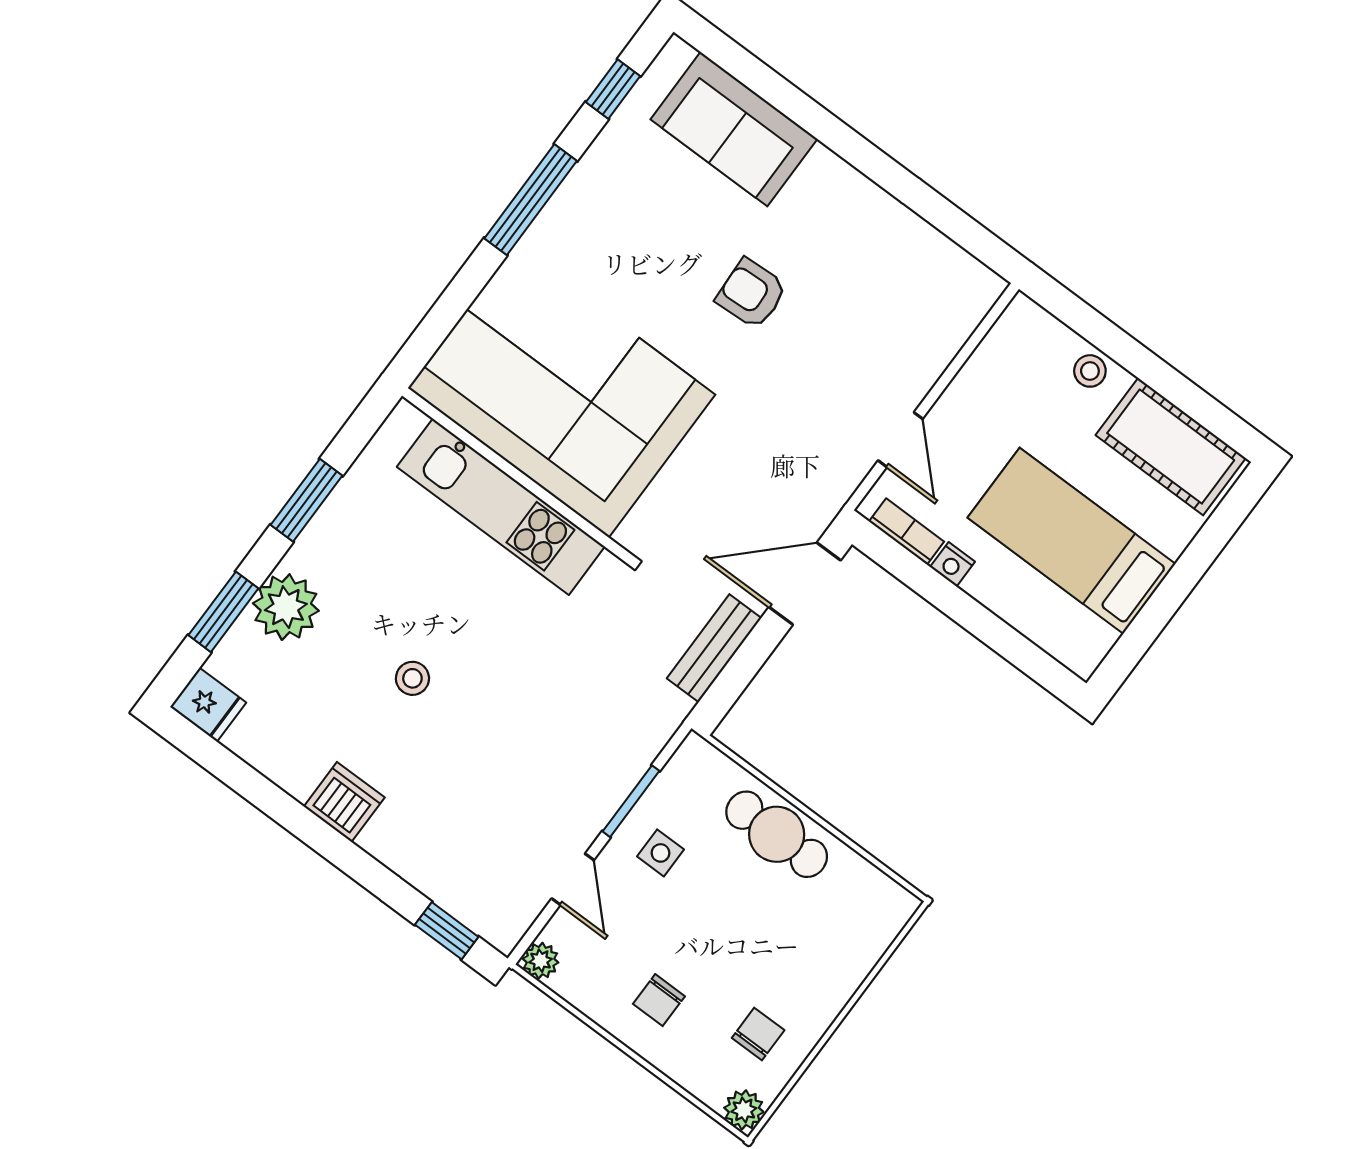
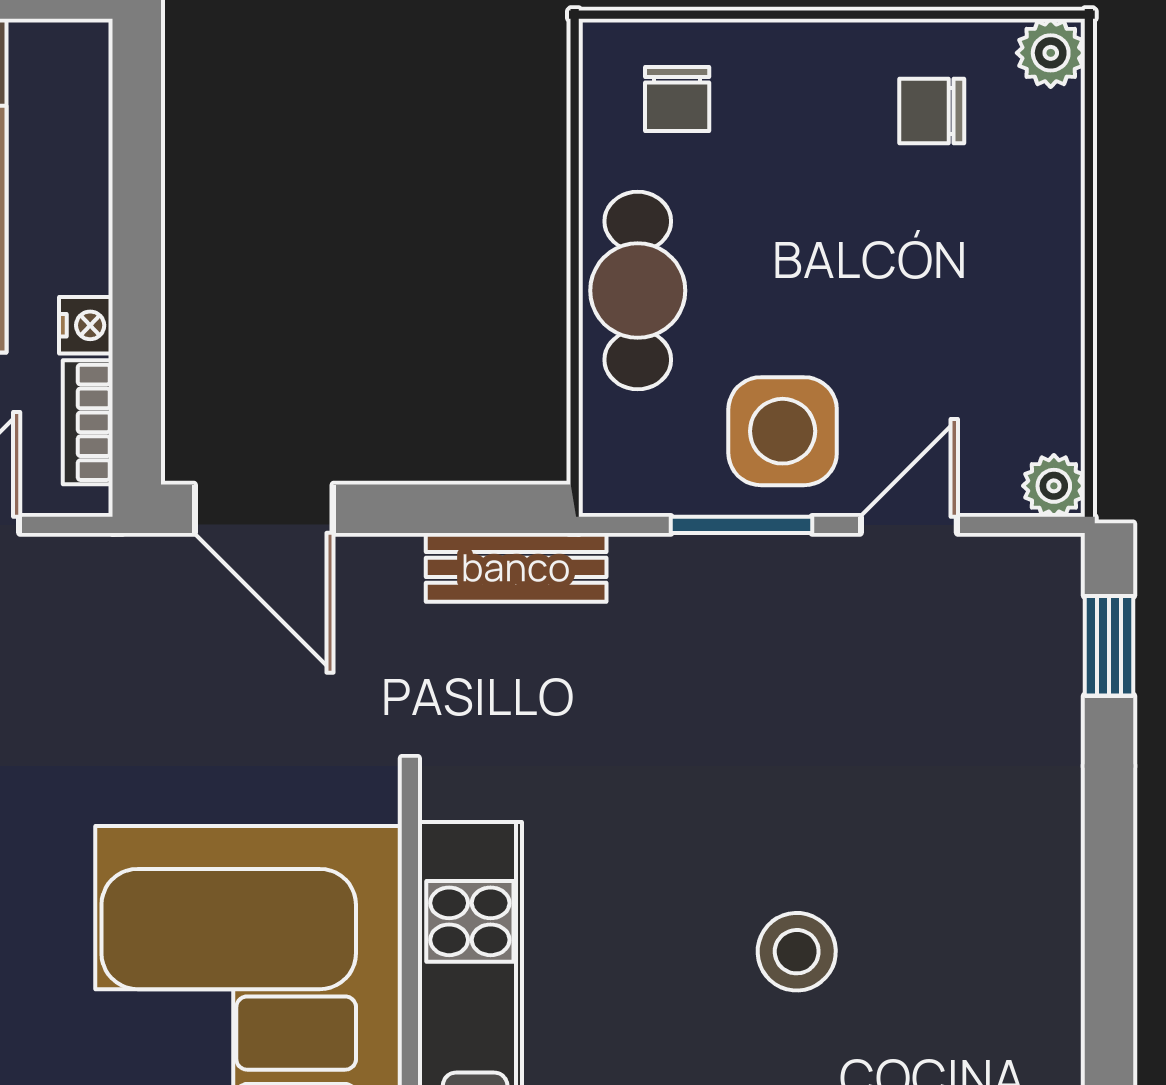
bench: (714, 648) -> (516, 567), moved
stool: (412, 678) -> (797, 952), width x1.37, depth x1.37
dishwasher: (344, 802) -> (1037, 919), removed
side table: (660, 853) -> (783, 431), width x1.87, depth x1.87
chair: (659, 1000) -> (677, 99), moved, turned 90

